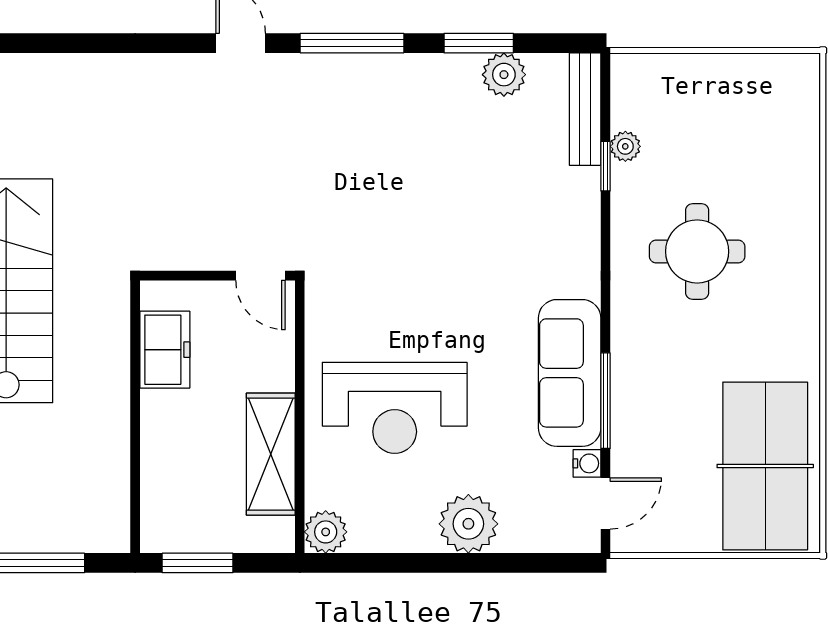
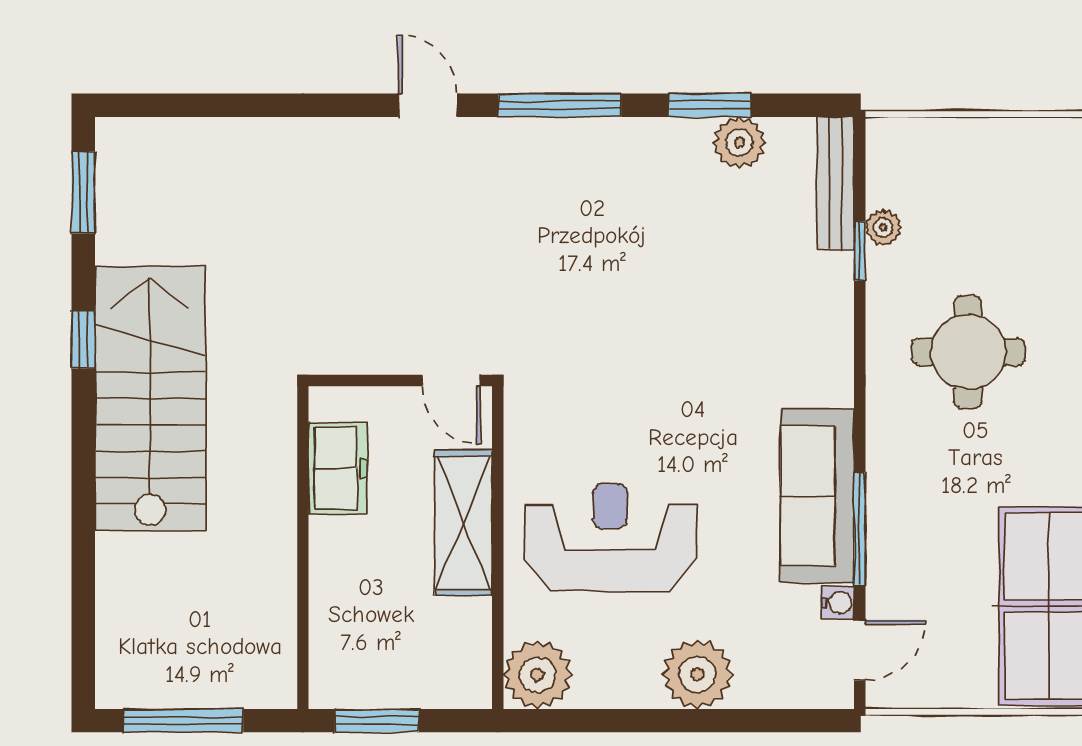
reception desk: (395, 408) -> (610, 537), turned 180
shelving: (271, 454) -> (463, 523), moved
plant: (326, 532) -> (538, 675), width x1.36, depth x1.36

